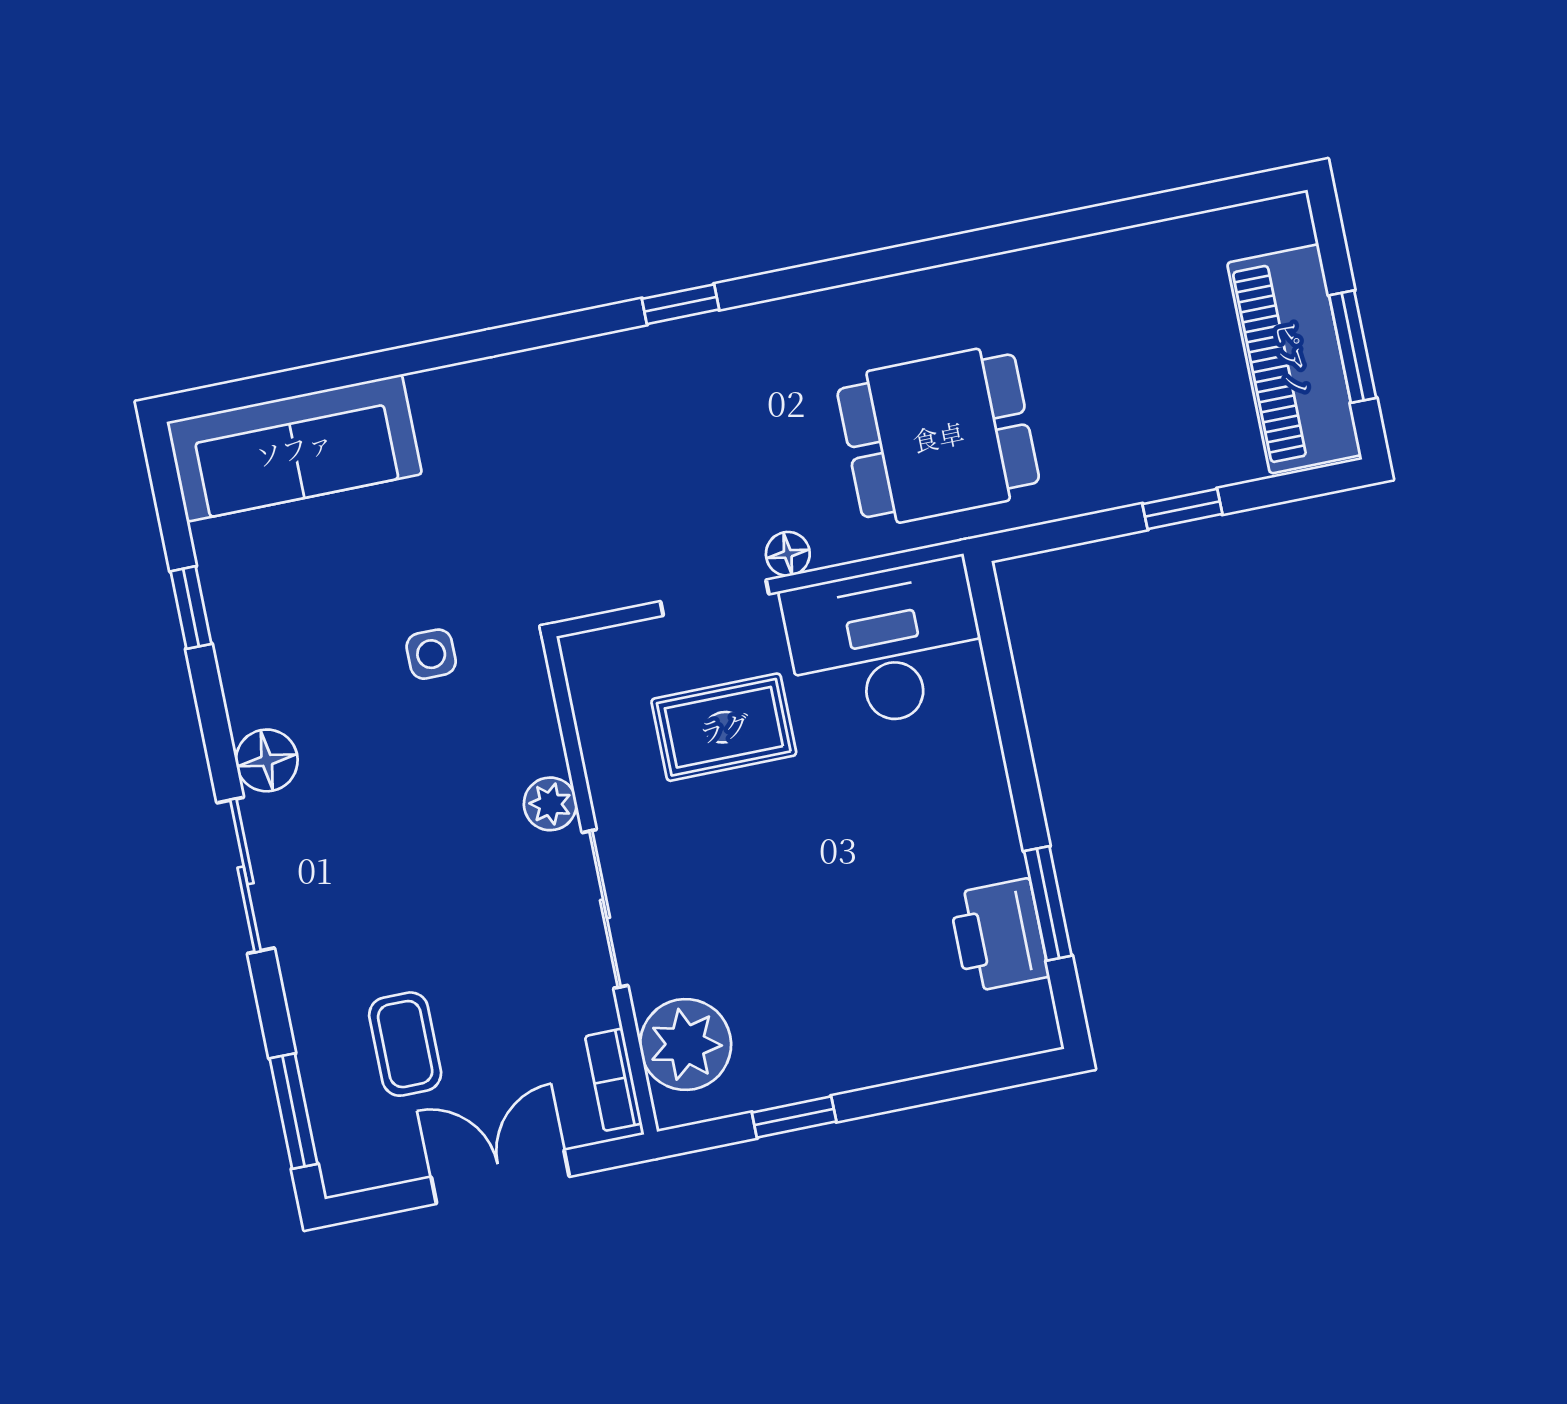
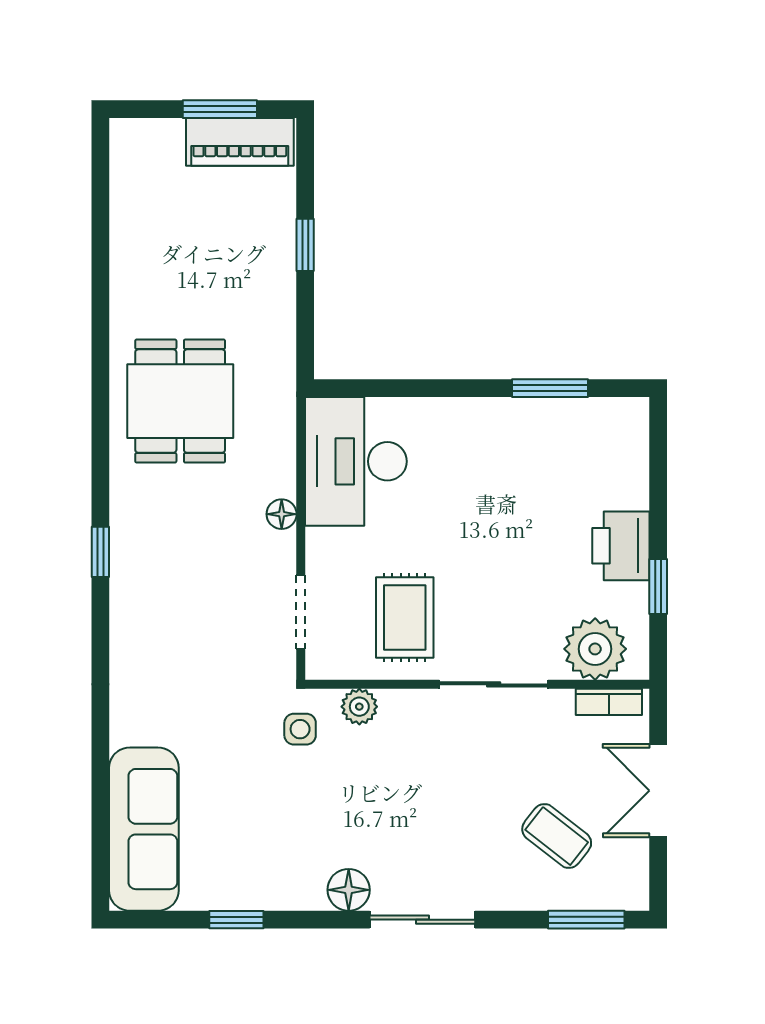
piano: (1294, 359) -> (240, 142), width x0.73, depth x0.75
dining table: (938, 436) -> (180, 401), moved
doorway: (715, 598) -> (301, 612), moved
side table: (431, 654) -> (300, 729), moved
rug: (724, 727) -> (405, 618), moved
plant: (550, 804) -> (359, 707), moved
printer: (999, 935) -> (621, 546), moved, turned 90
coffee table: (405, 1044) -> (557, 836), turned 38

